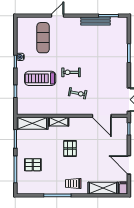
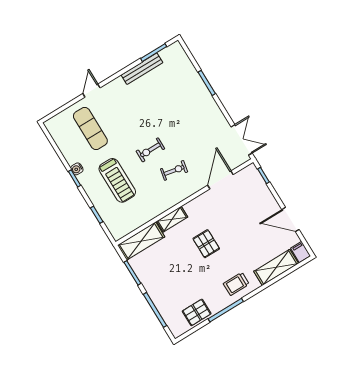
treadmill: (40, 78) -> (117, 180), turned -90
door: (102, 116) -> (220, 180), swing flipped
pallet: (33, 165) -> (197, 312), moved

